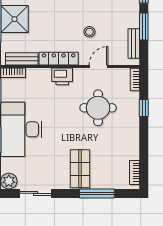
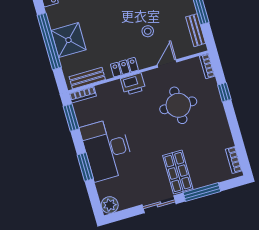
locker: (59, 59) -> (124, 67), width x0.66
sliding door: (36, 193) -> (159, 204), moved

